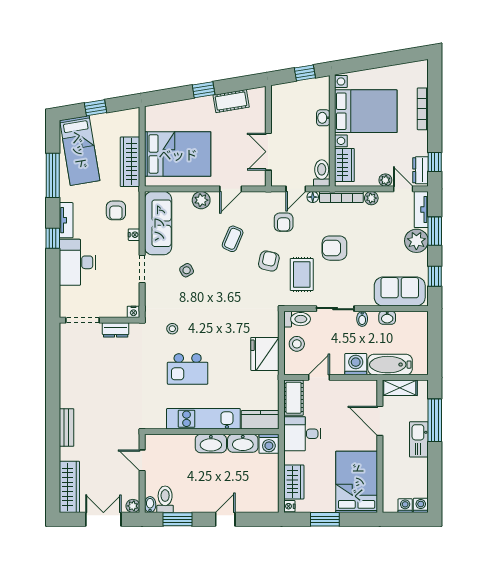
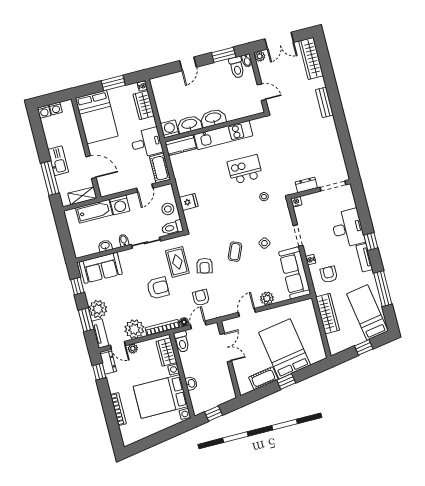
bed: (178, 154) -> (285, 349), moved, turned 81
plant: (371, 198) -> (134, 329), width x1.87, depth x1.87
coffee table: (233, 239) -> (235, 252), moved
fridge: (265, 354) -> (189, 202), width x0.53, depth x0.75

